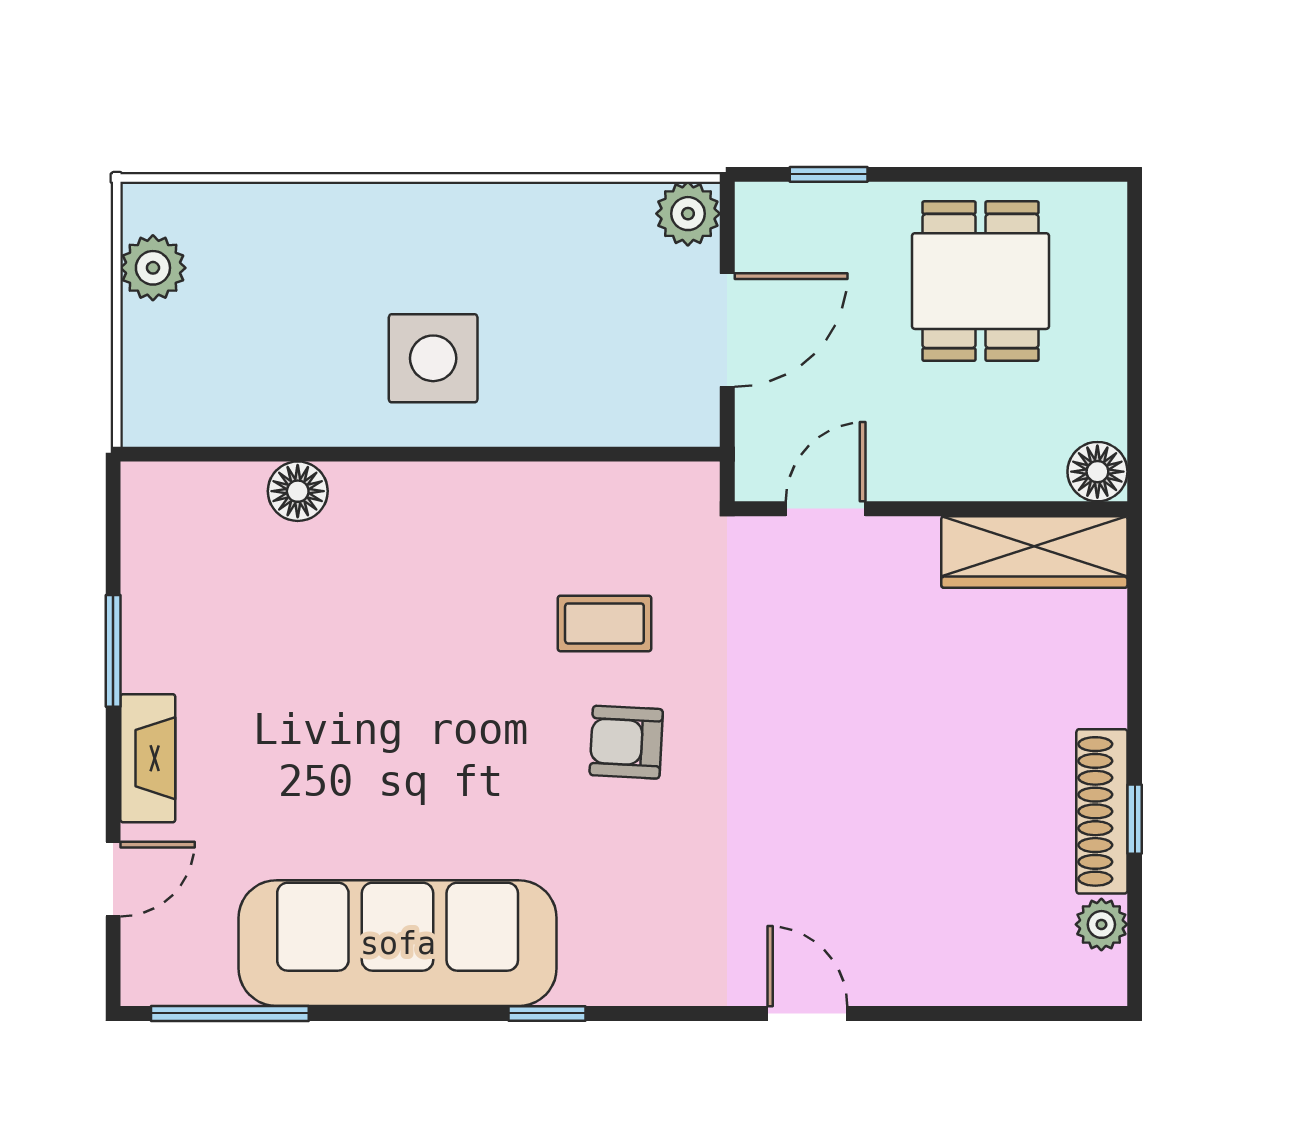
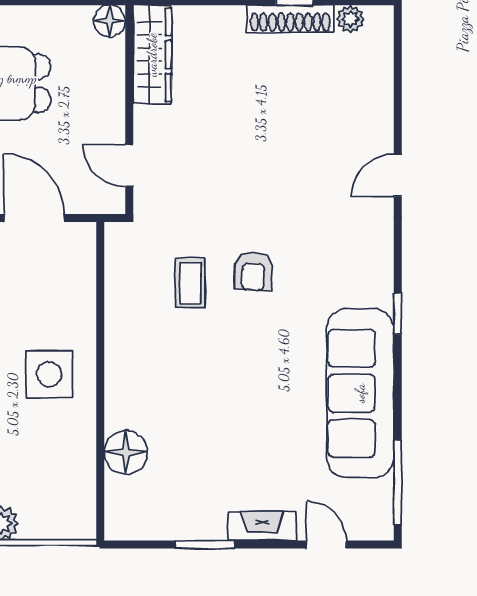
floor lamp: (298, 491) -> (126, 452), width x1.38, depth x1.38

